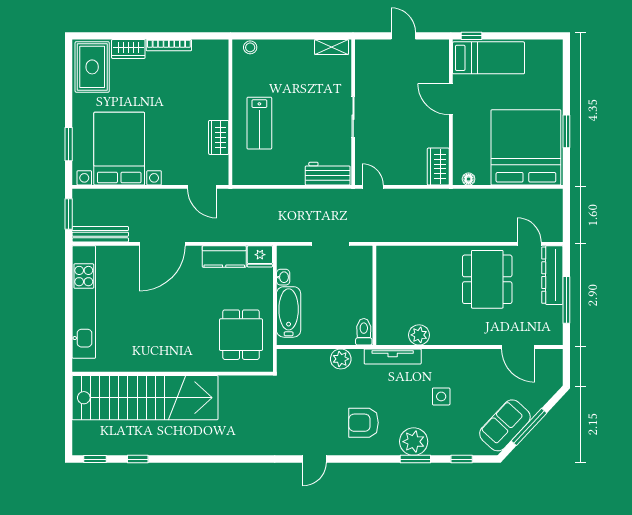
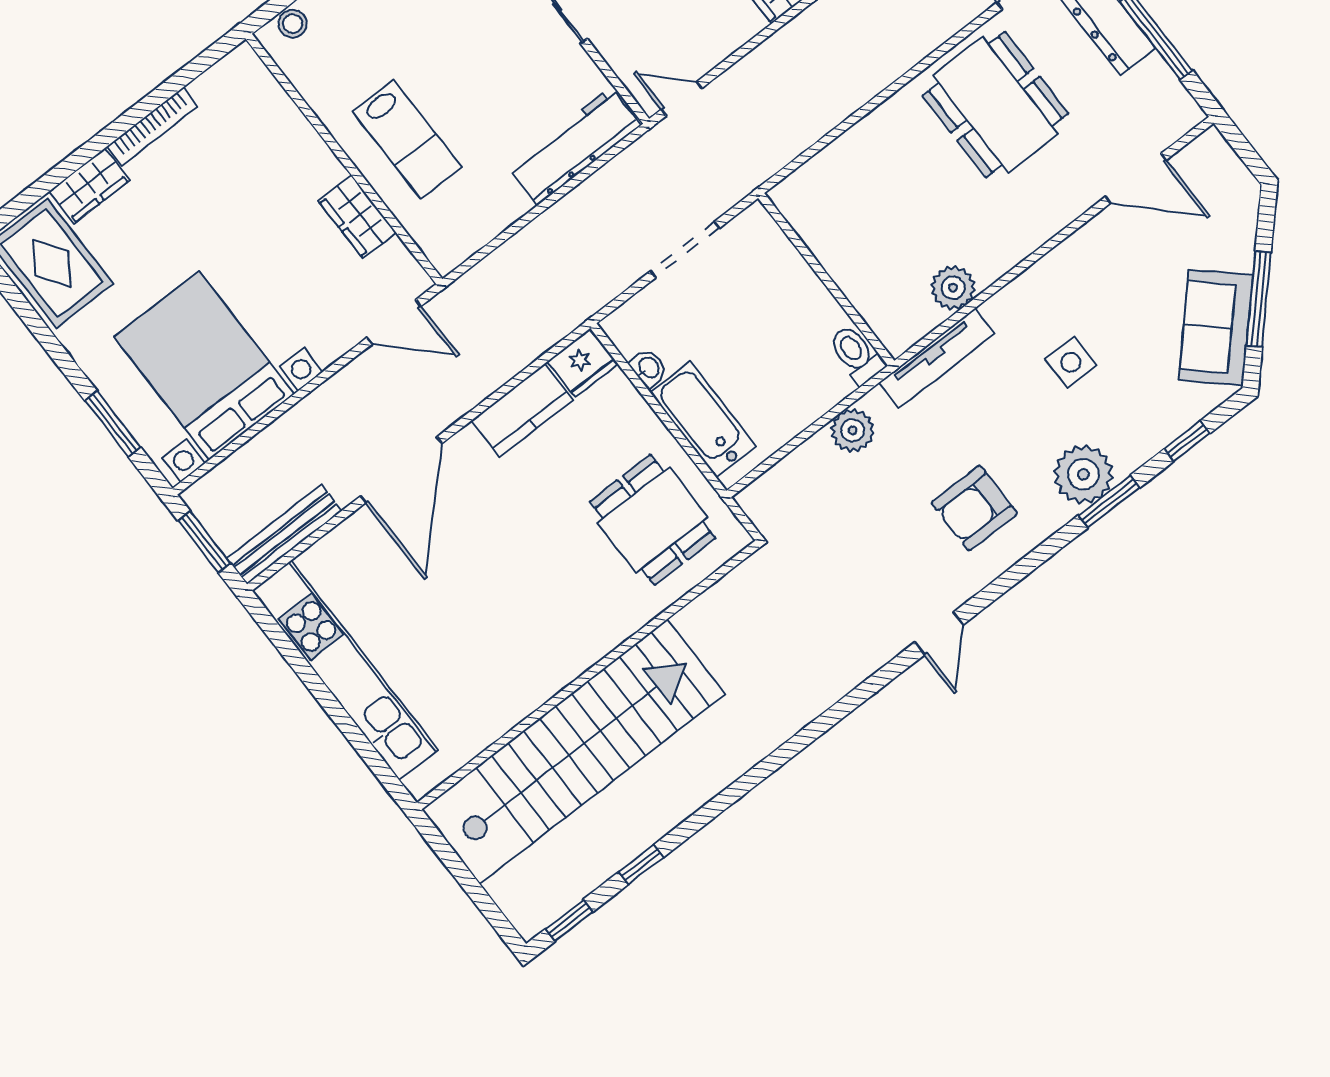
workbench: (328, 174) -> (574, 146), width x1.38

